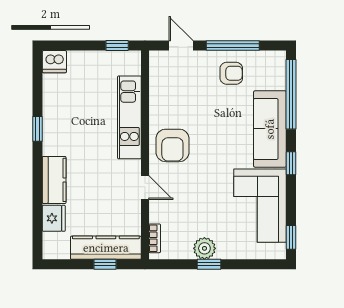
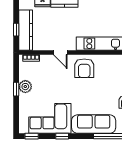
armchair: (172, 145) -> (84, 68), turned -90
window: (291, 163) -> (62, 136), moved
door: (145, 188) -> (60, 52), hinge flipped

